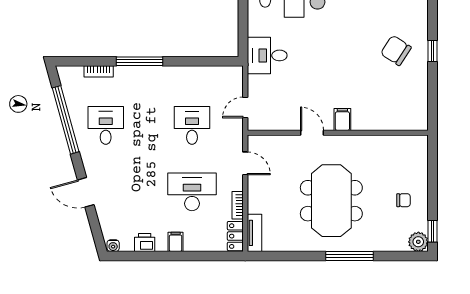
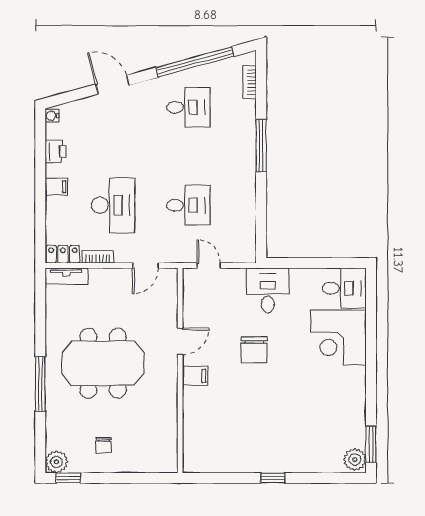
chair: (396, 50) -> (254, 350), moved, turned 147
bookcase: (99, 71) -> (250, 82), moved
door: (86, 192) -> (112, 85), hinge flipped

